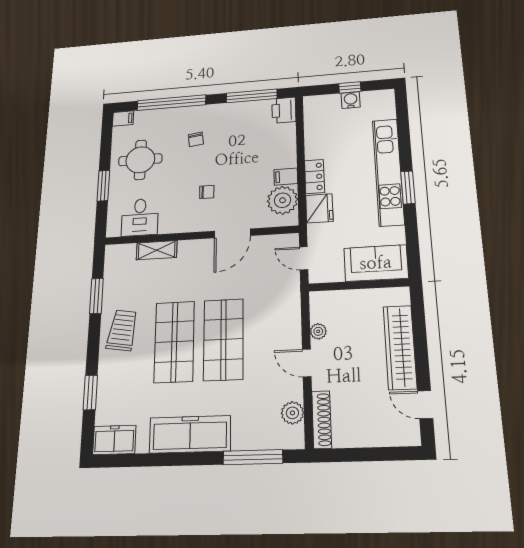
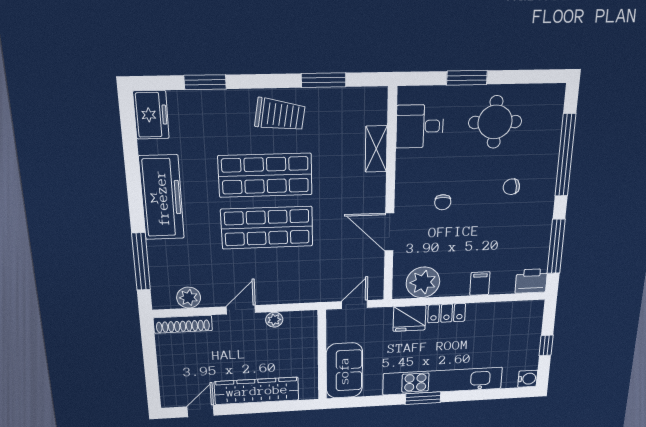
water cooler: (351, 100) -> (528, 379), moved
filing cabinet: (123, 118) -> (555, 96), removed
filing cabinet: (286, 177) -> (480, 284), moved

